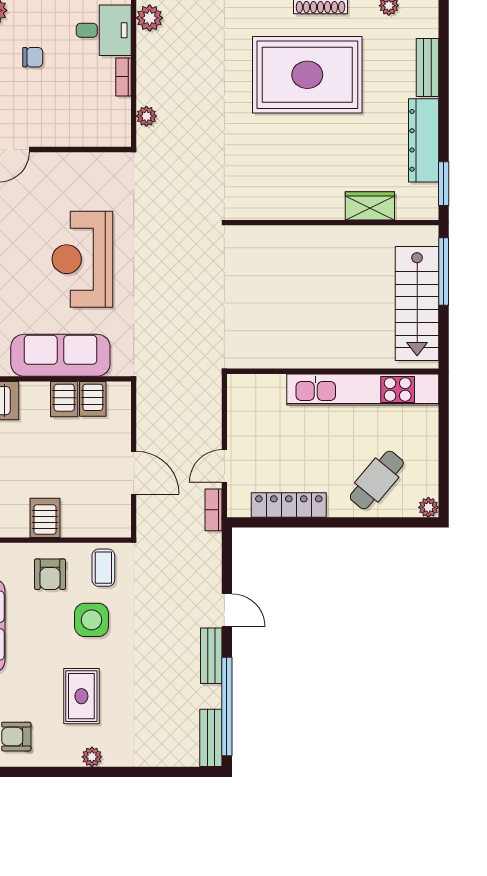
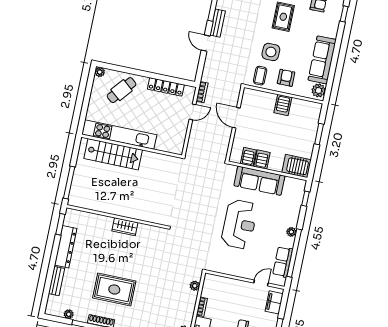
rug: (307, 75) -> (114, 289), width x0.73, depth x0.69
wardrobe: (370, 206) -> (125, 227), moved
stairs: (417, 303) -> (113, 154), moved, turned 90

